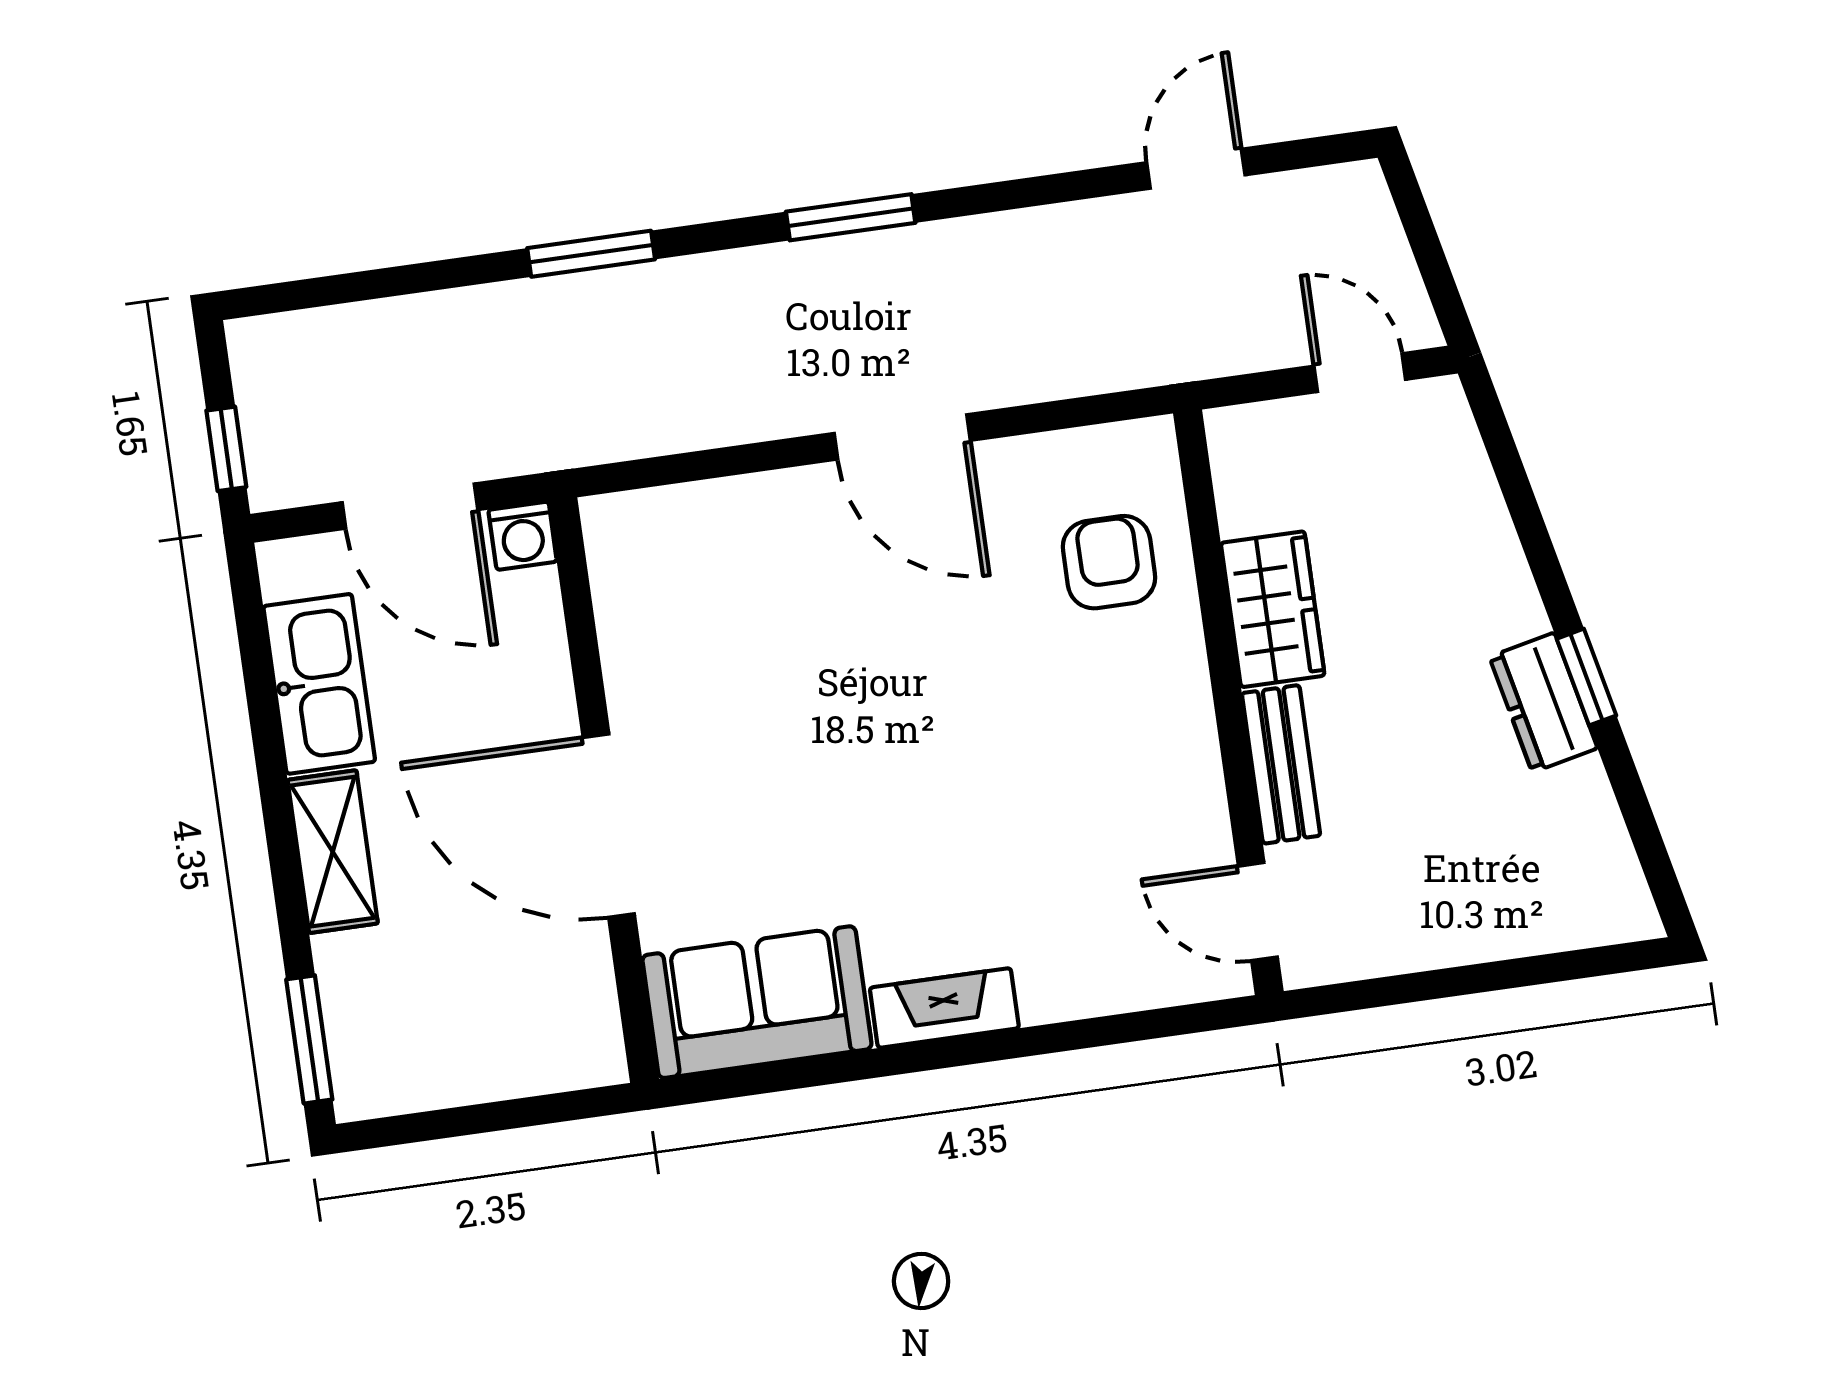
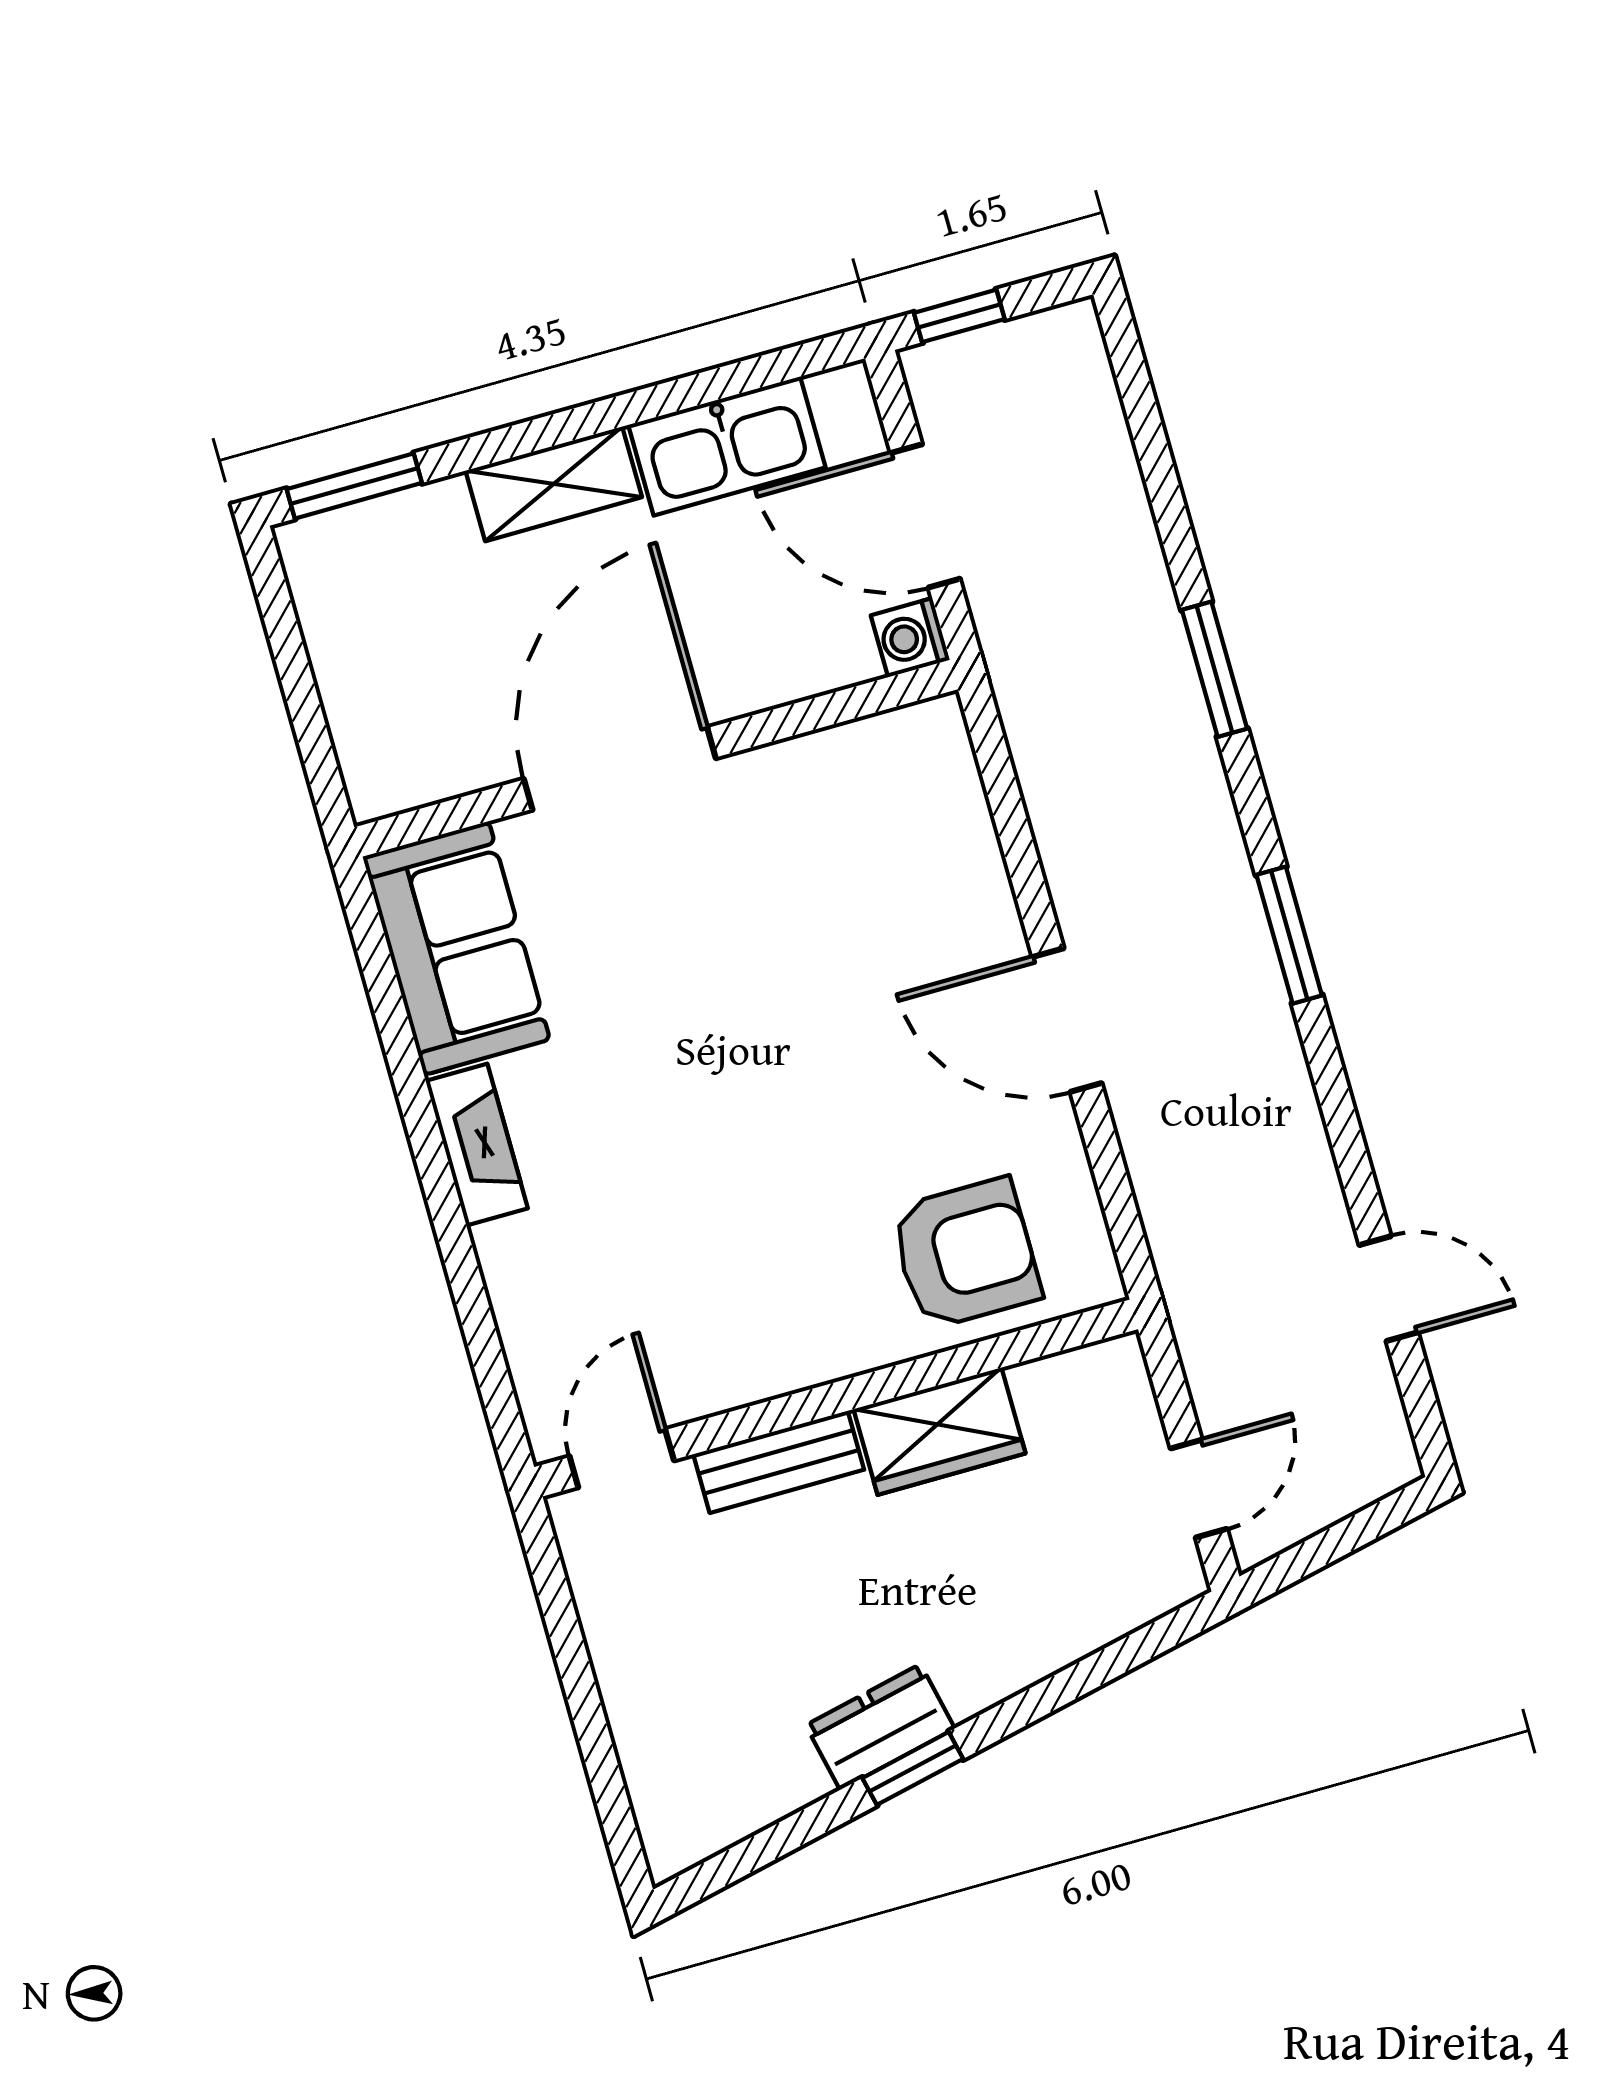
door: (902, 437) -> (1067, 1020), hinge flipped
door: (410, 506) -> (925, 516), hinge flipped
armchair: (1109, 562) -> (965, 1254), width x1.38, depth x1.38

